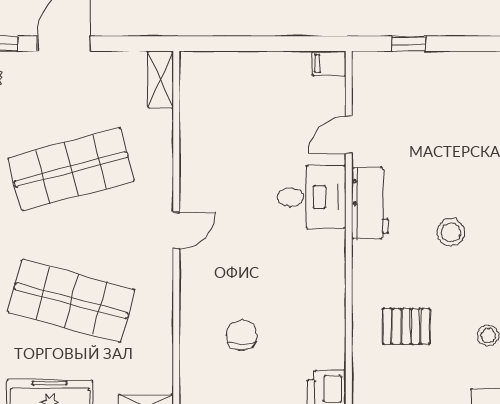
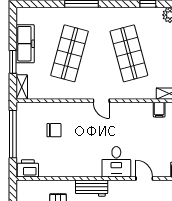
filing cabinet: (196, 102) -> (159, 110), added
workbench: (370, 203) -> (92, 188), moved

